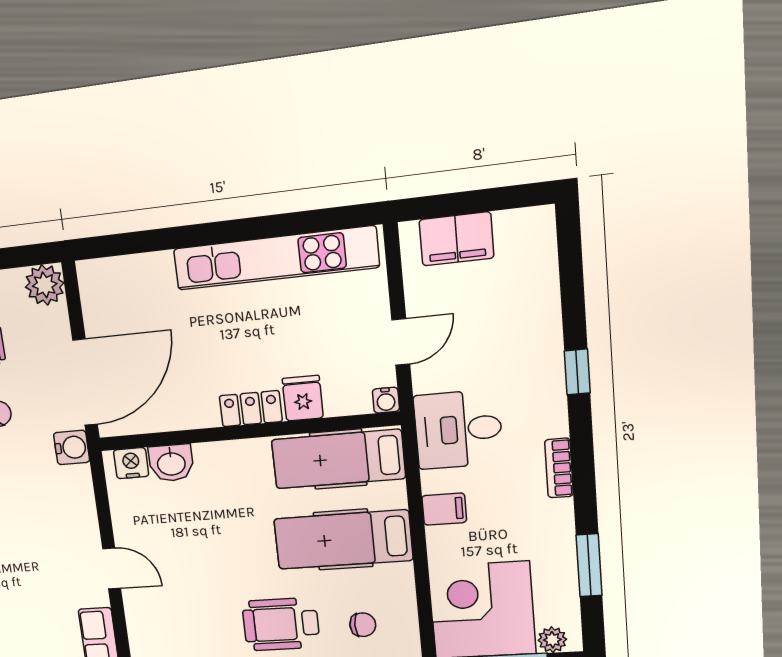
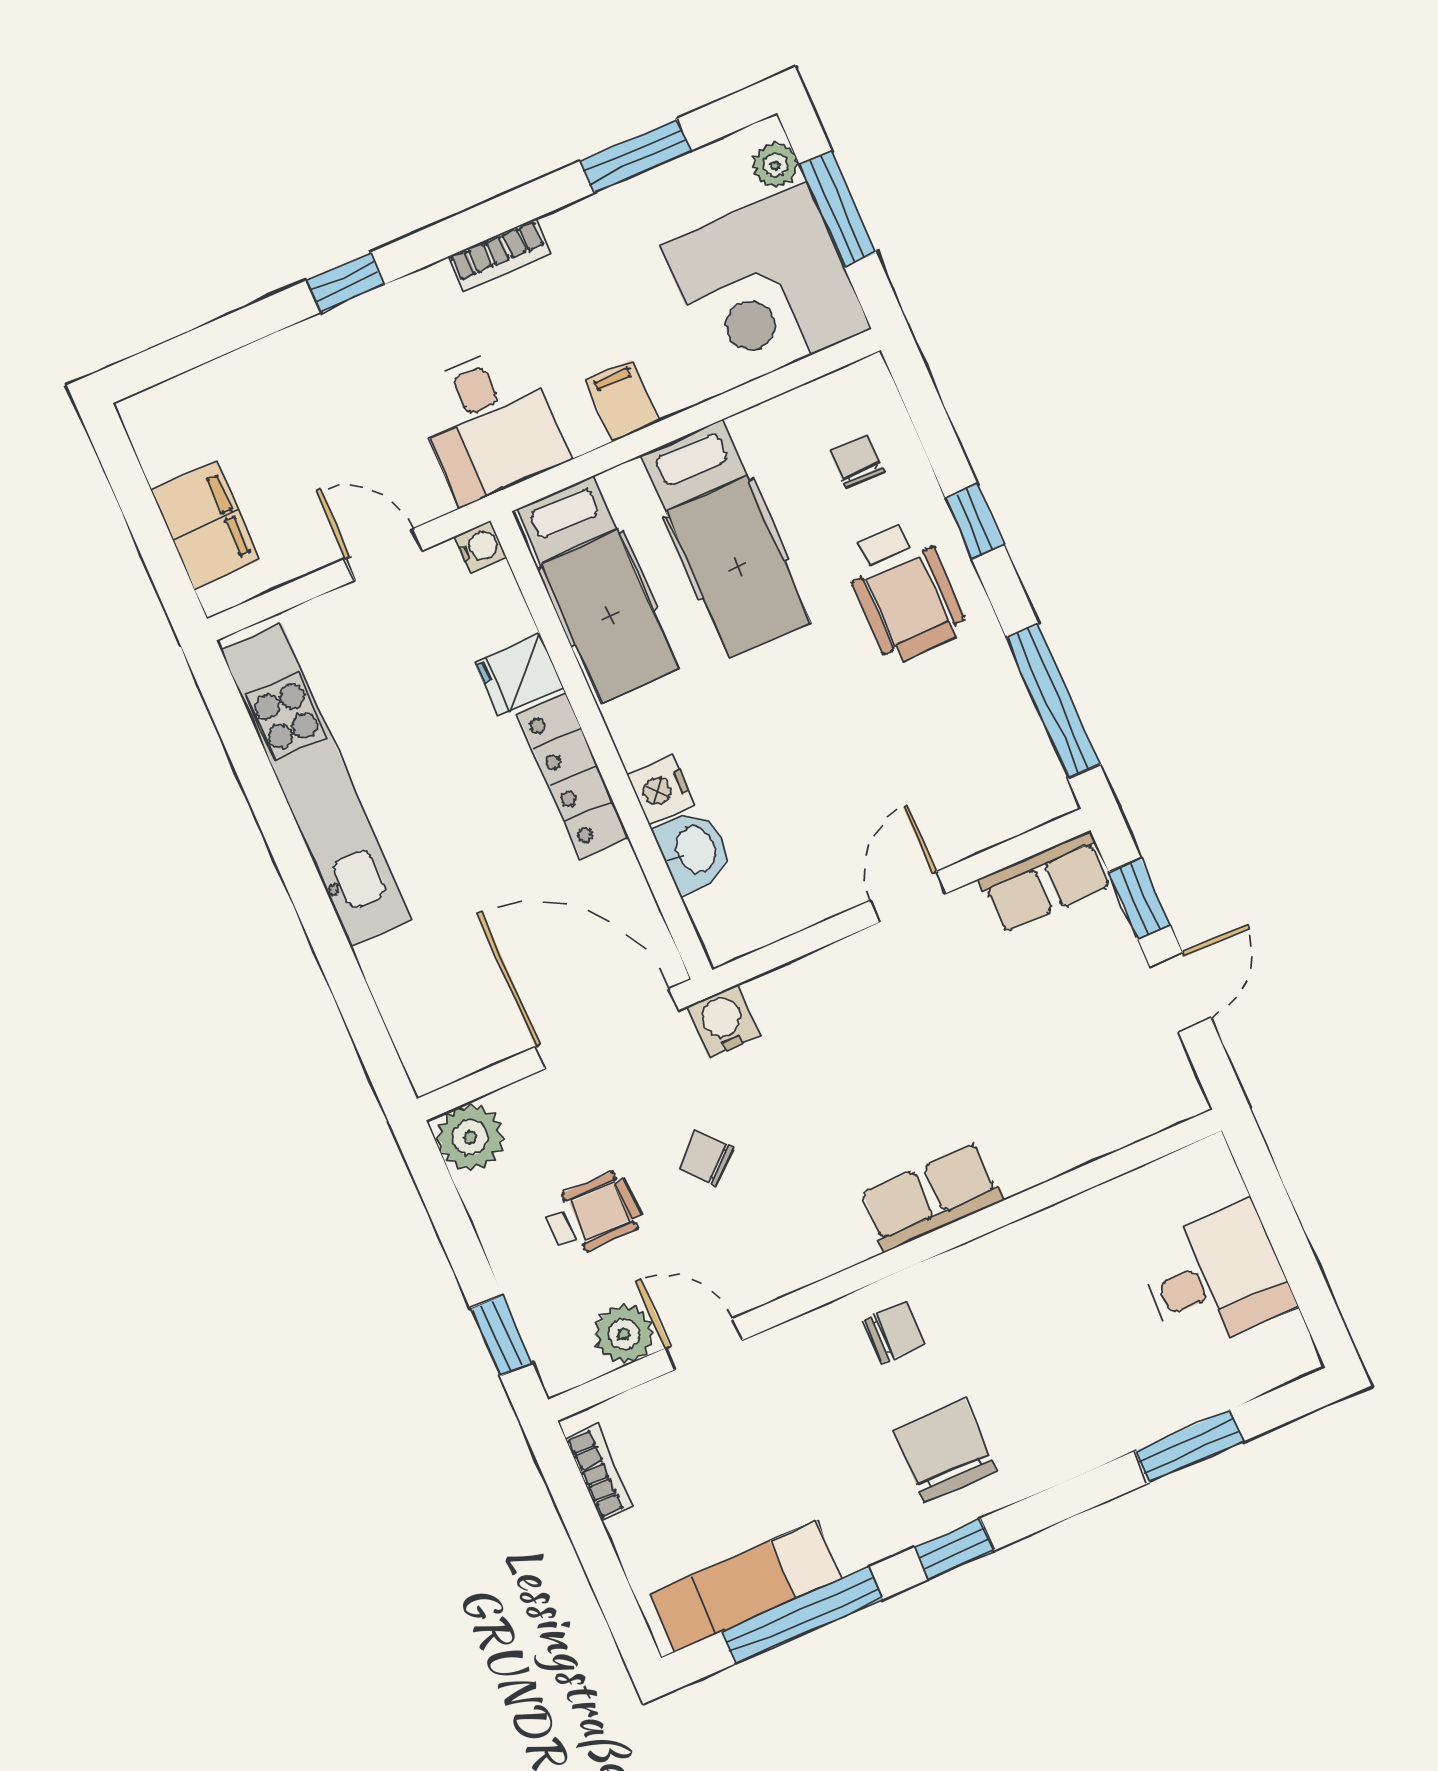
locker: (251, 409) -> (573, 775), width x1.53
nightstand: (131, 463) -> (661, 790), moved

